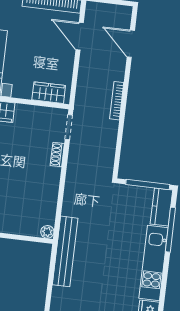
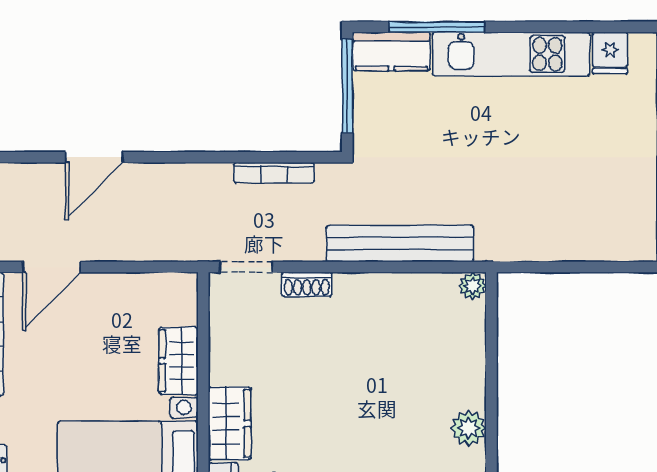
door: (131, 44) -> (94, 157), moved
wardrobe: (49, 93) -> (179, 361), moved
bookcase: (117, 101) -> (274, 173), moved
bench: (65, 251) -> (400, 244), moved

